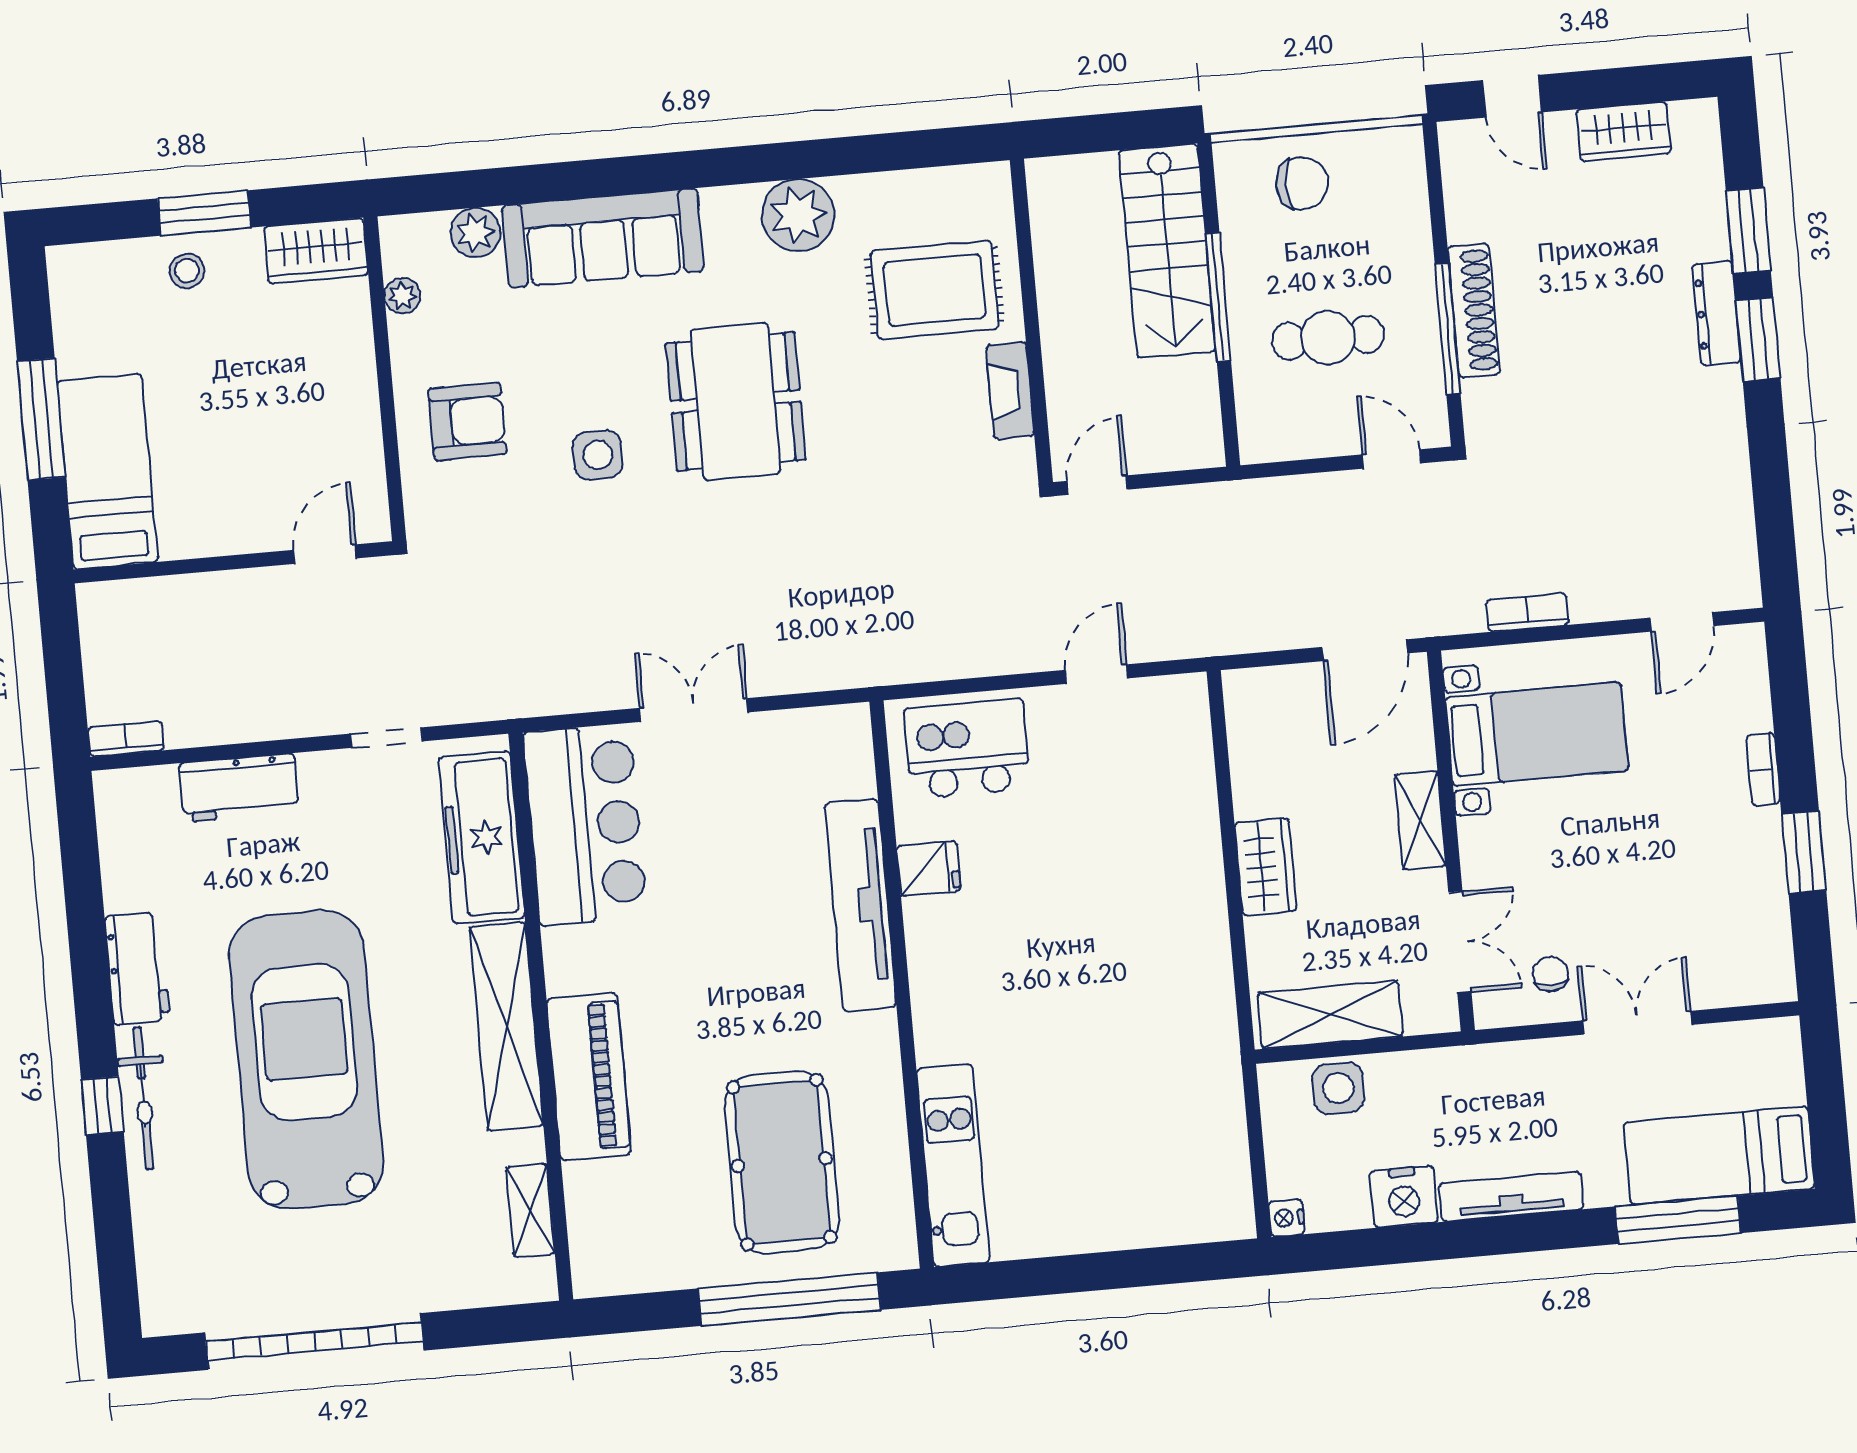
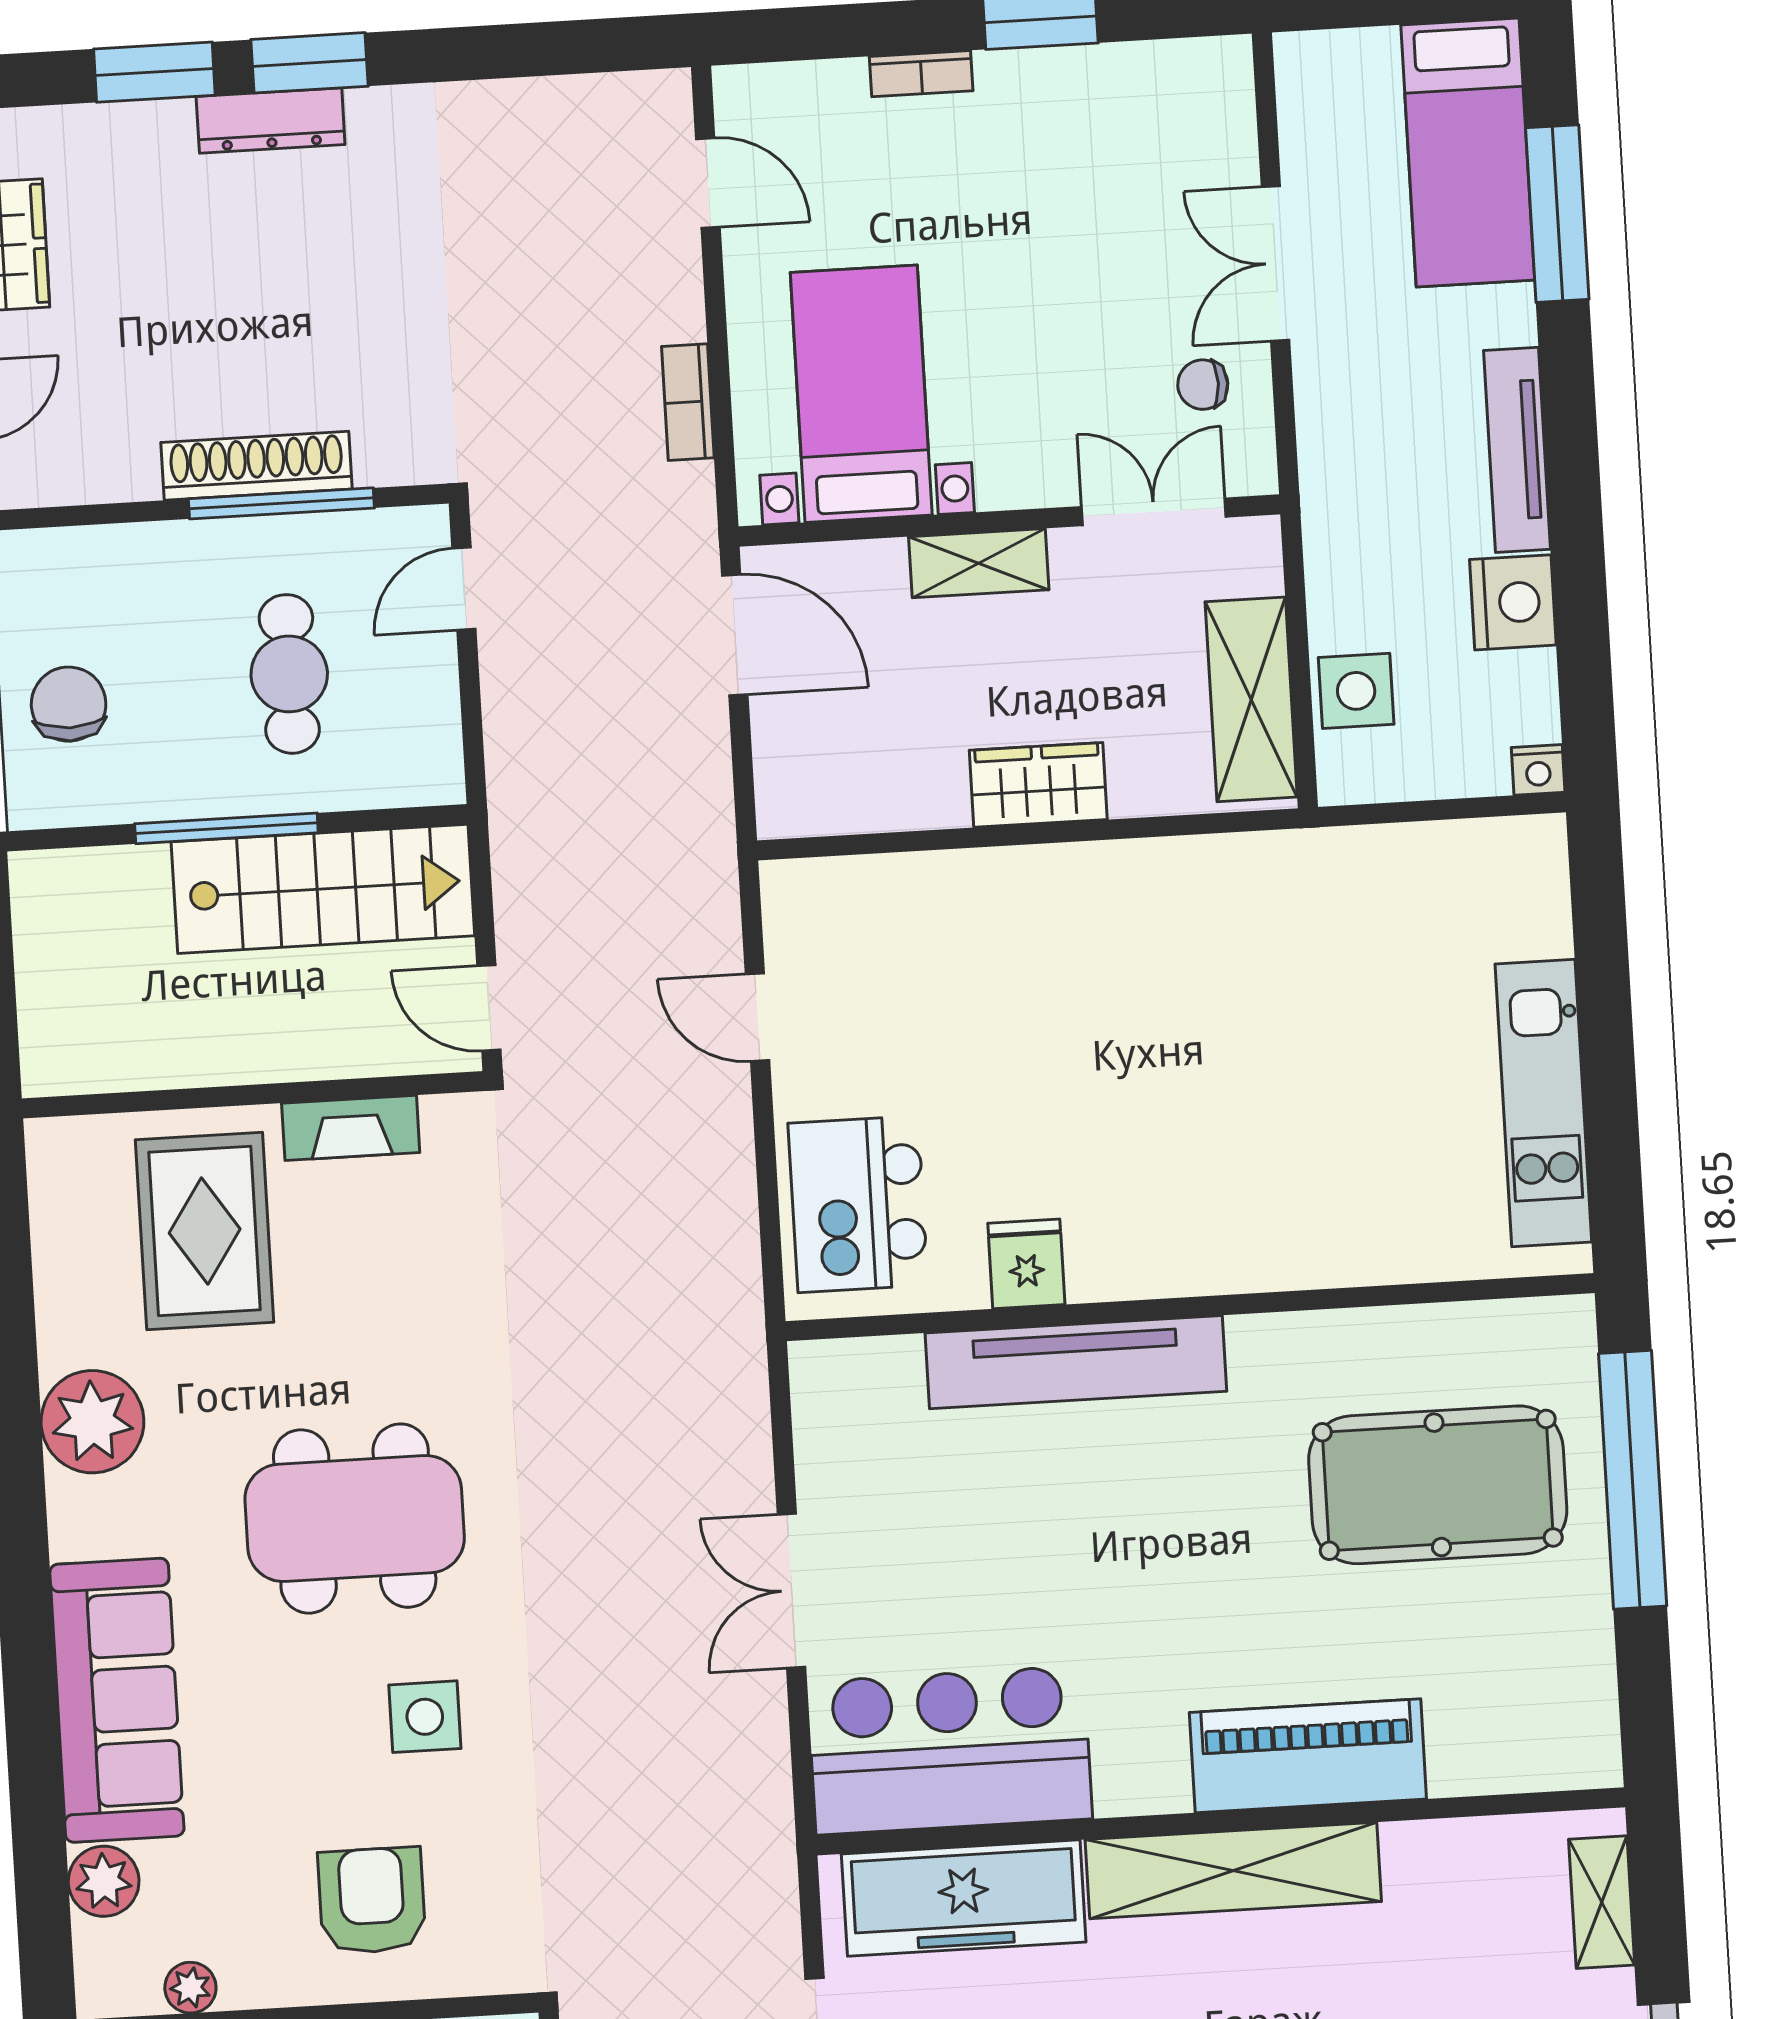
stairs: (1167, 251) -> (323, 889), moved
kitchen unit: (953, 1165) -> (1543, 1103), moved, turned -90
shelving: (530, 1210) -> (1602, 1902), moved, turned 90

